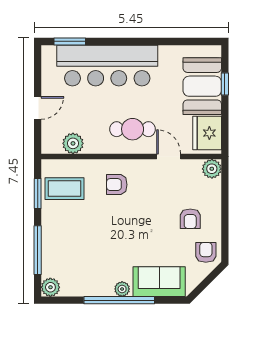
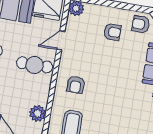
cafe table: (133, 129) -> (35, 65), turned 90

